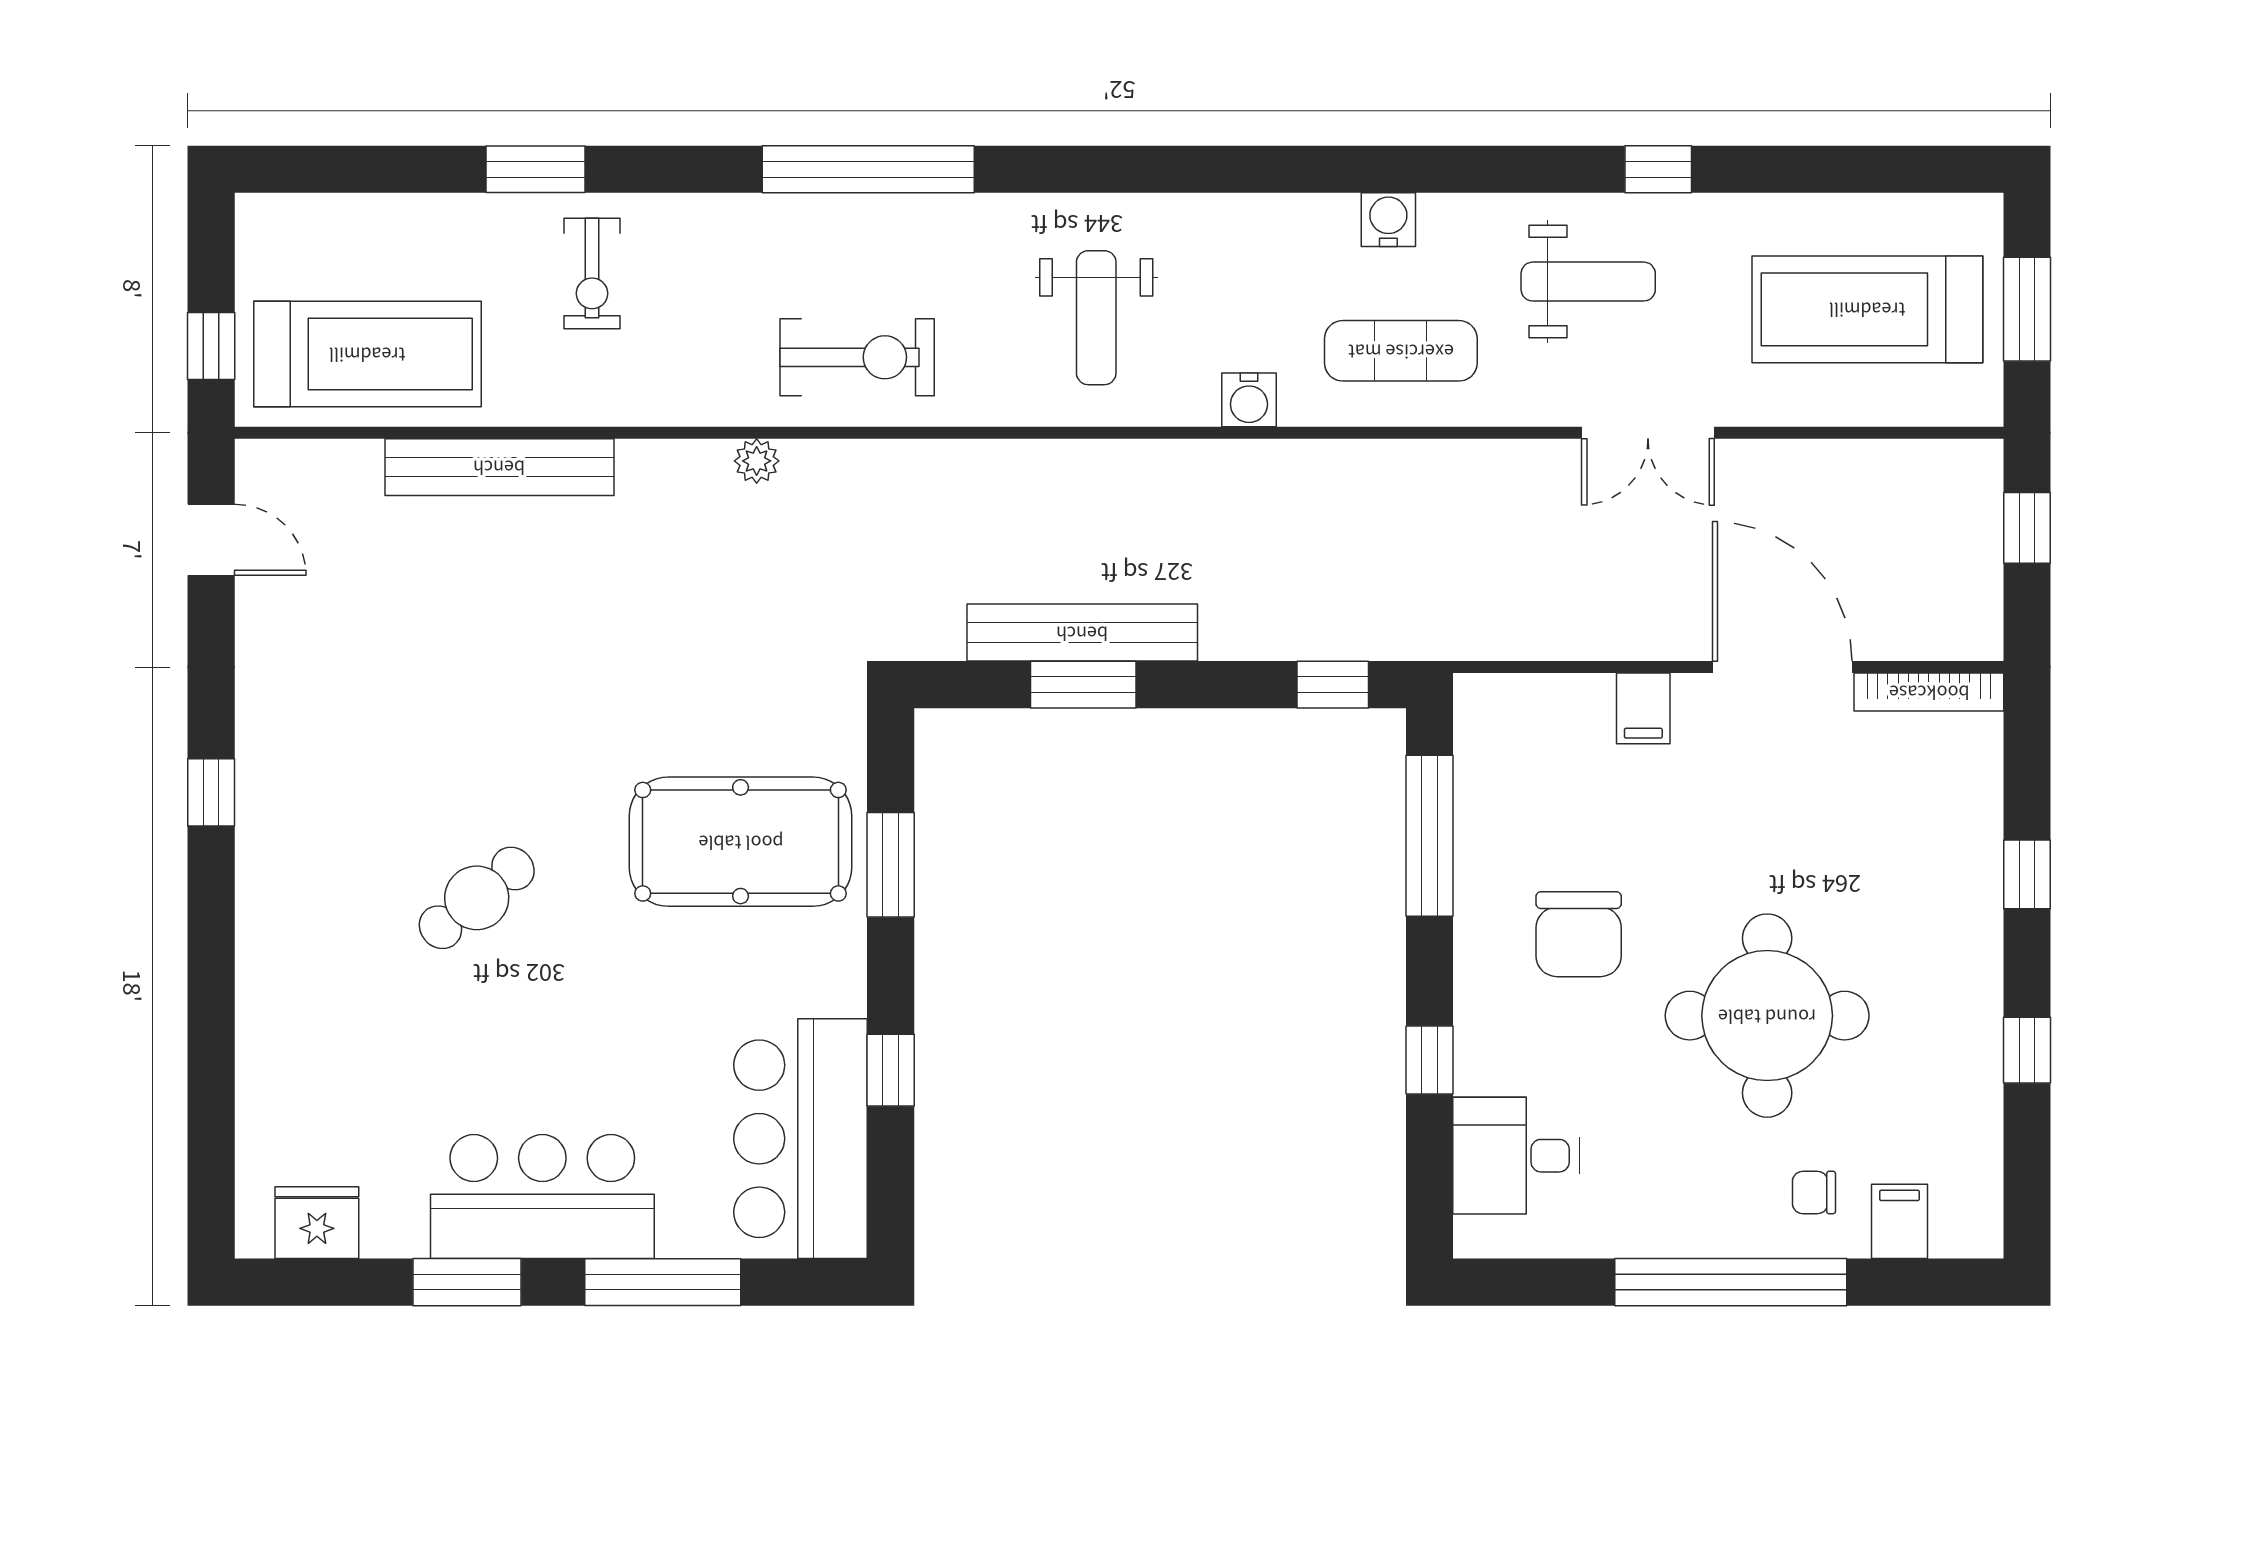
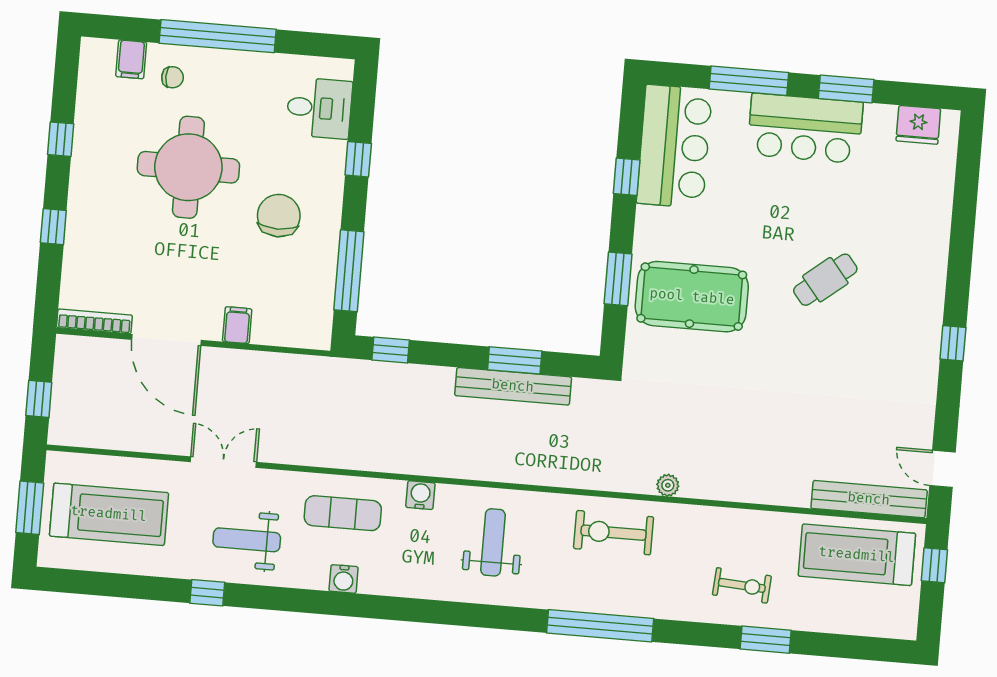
exercise bike: (592, 274) -> (742, 585), turned 94
bench: (499, 467) -> (869, 499), moved

